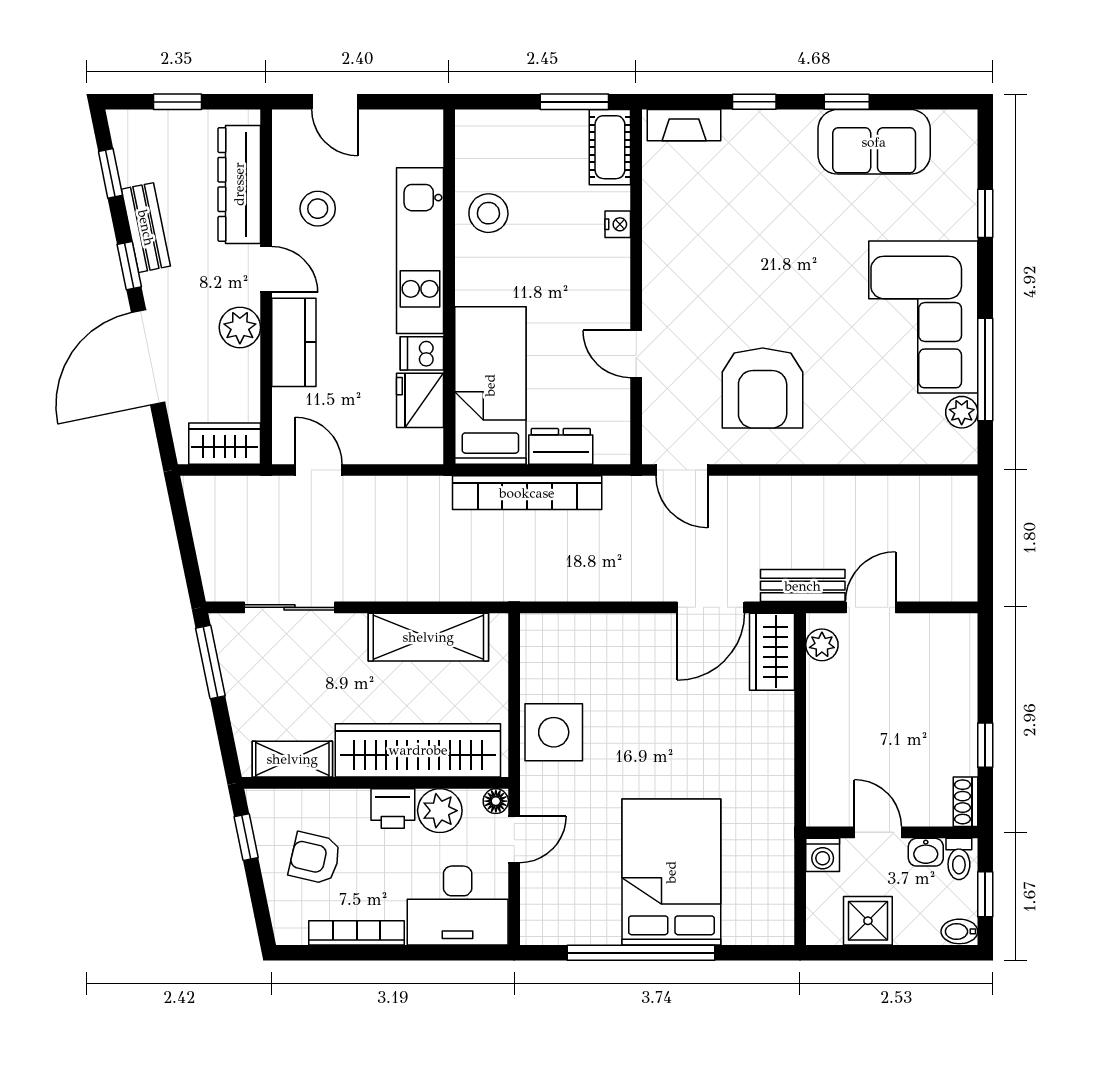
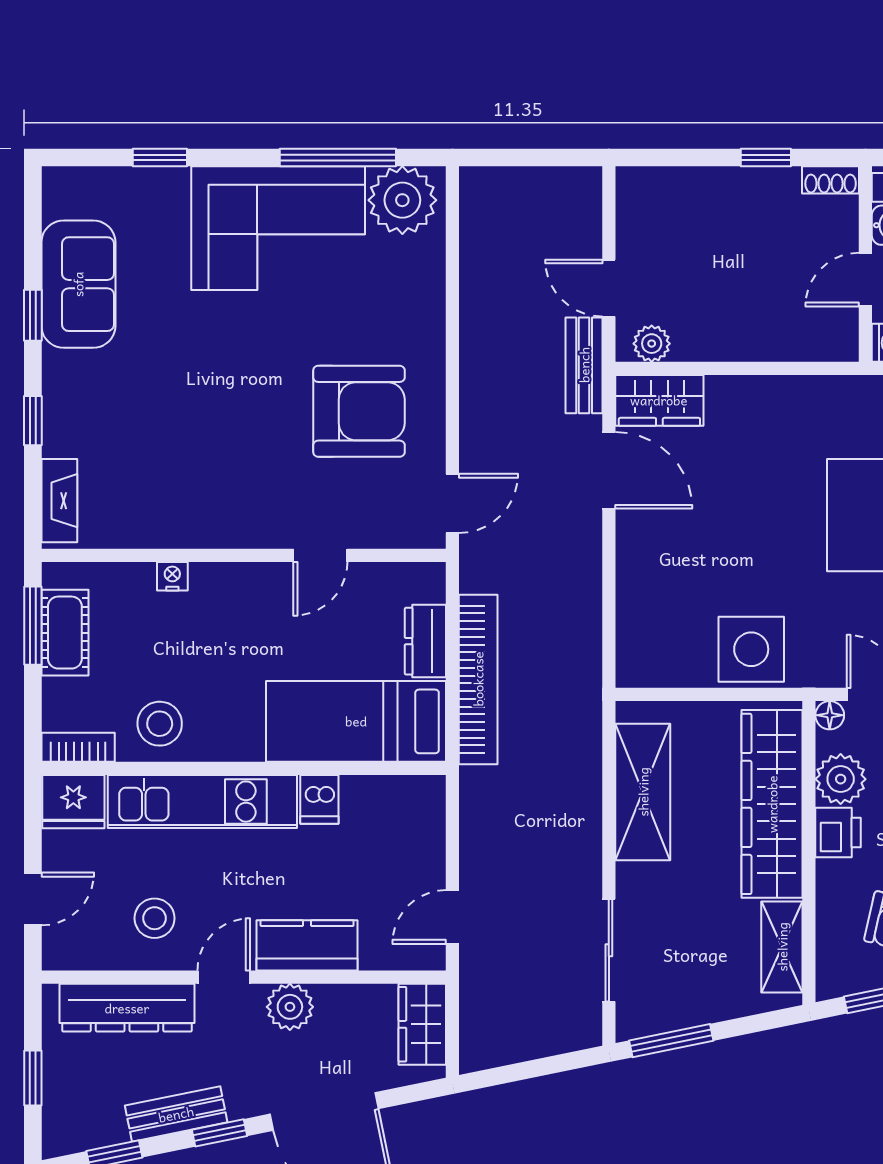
bookcase: (468, 142) -> (78, 747), added
cot: (610, 147) -> (65, 633), moved, turned 90
fridge: (420, 400) -> (73, 802), moved
plant: (962, 412) -> (402, 200), width x1.87, depth x1.87

